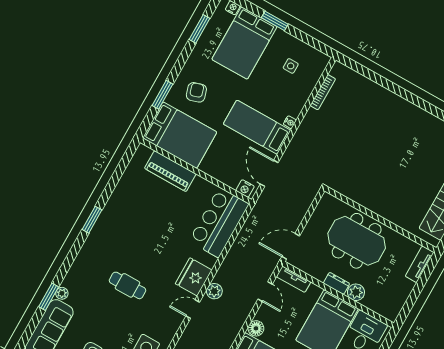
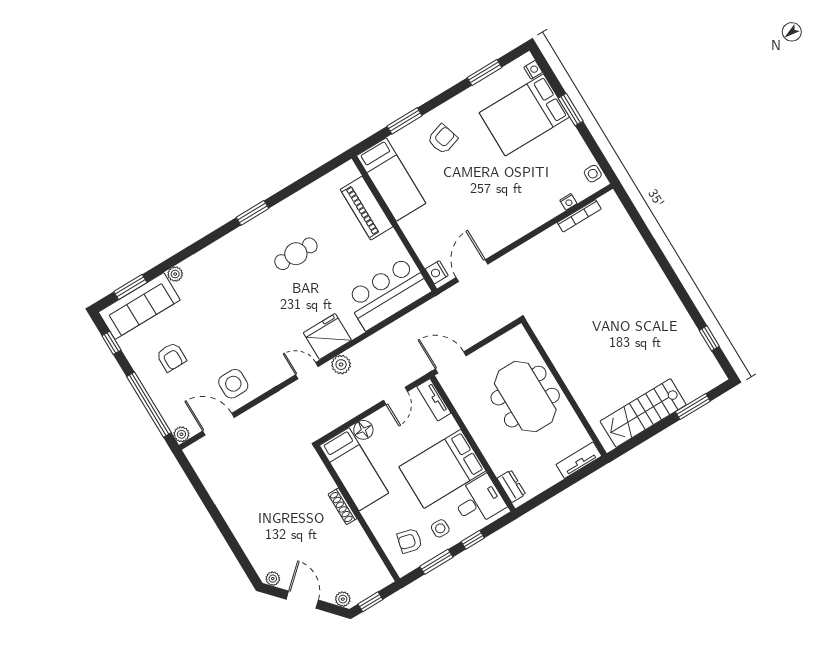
side table: (291, 66) -> (593, 174), moved
nightstand: (290, 122) -> (568, 202), moved
bed: (257, 127) -> (487, 213), removed
bed: (180, 135) -> (391, 180), width x0.67
dresser: (336, 283) -> (511, 486), moved
cafe table: (128, 285) -> (296, 254), moved, turned 90
plant: (356, 292) -> (493, 452), removed
window: (49, 297) -> (130, 287), moved

